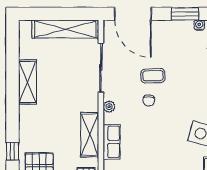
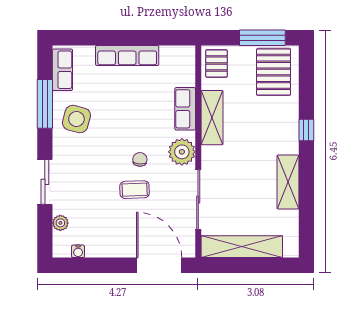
window: (185, 14) -> (95, 265), removed
plant: (109, 107) -> (182, 152), width x1.88, depth x1.88
window: (12, 151) -> (306, 130), moved

